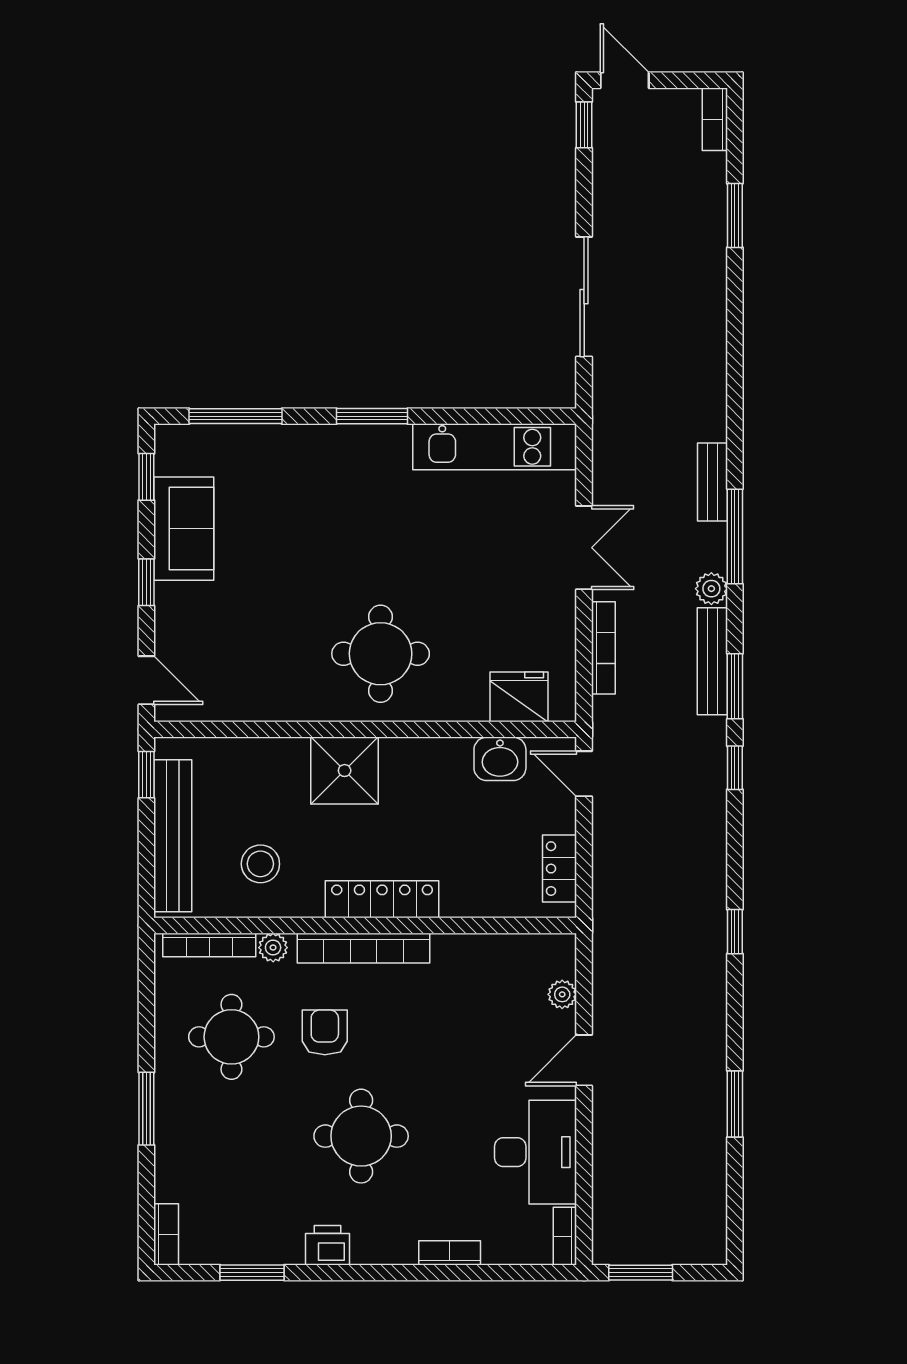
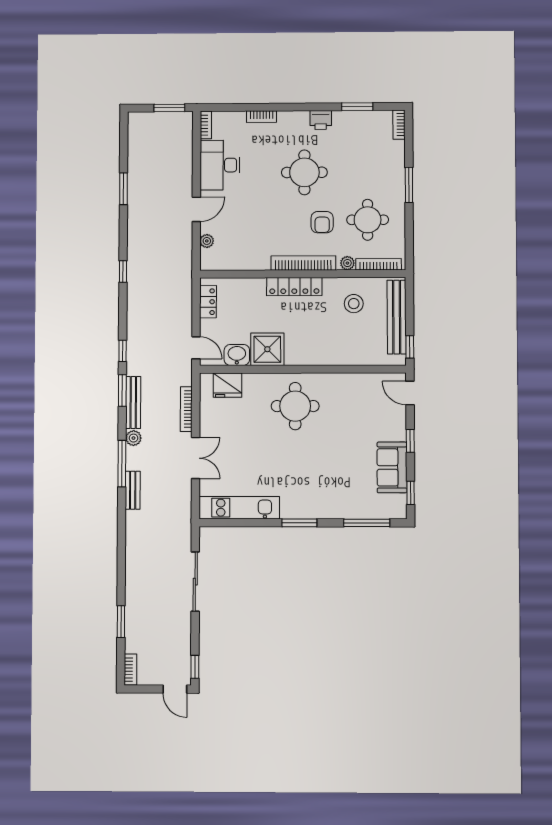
double door: (584, 548) -> (196, 458), swing flipped
shower: (345, 771) -> (267, 349), moved

